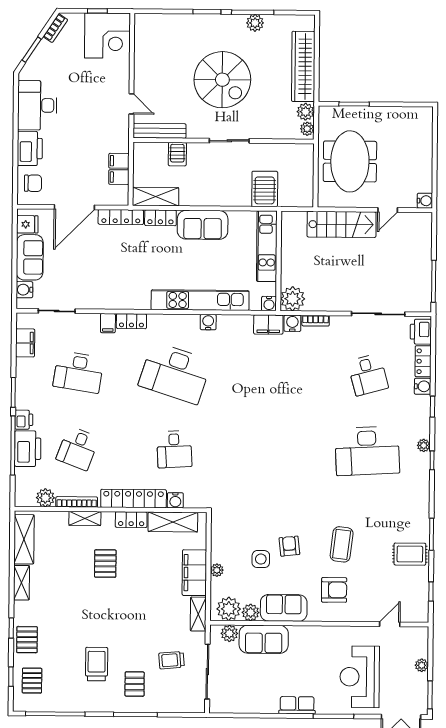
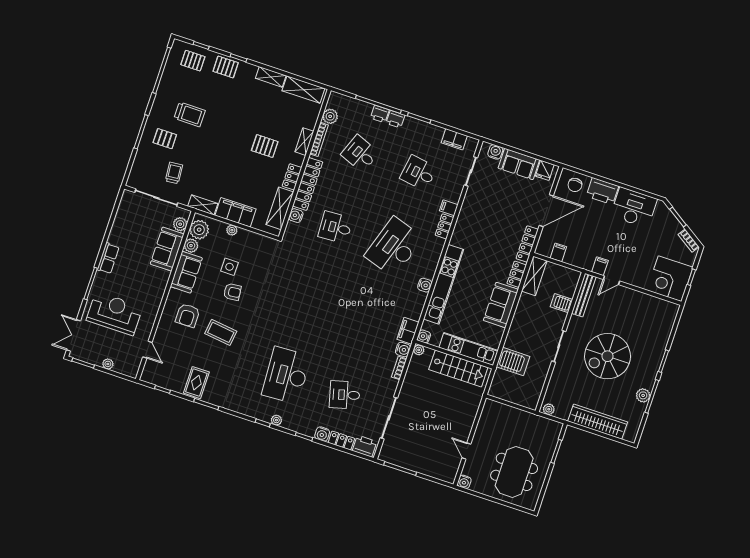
plant: (306, 112) -> (562, 412), removed
filing cabinet: (119, 161) -> (600, 266), moved
meeting table: (350, 161) -> (514, 472), moved, turned 90
door: (74, 207) -> (546, 211), swing flipped
stairs: (342, 224) -> (458, 368), moved, turned -90
plant: (293, 299) -> (419, 350), width x0.53, depth x0.53
desk: (78, 372) -> (418, 173), width x0.73
printer: (28, 449) -> (380, 114), width x0.53, depth x0.68

